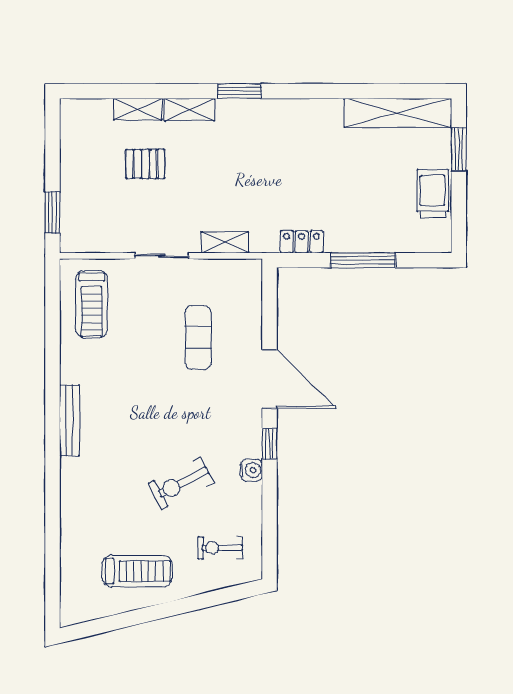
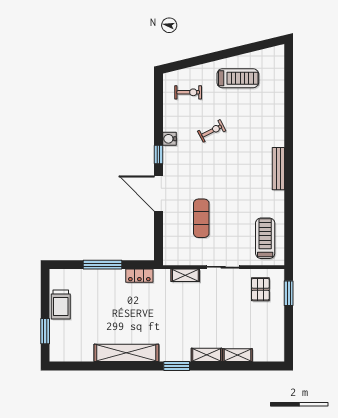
shelving: (398, 113) -> (126, 353), moved
pallet: (145, 164) -> (260, 289), moved, turned 90
exercise bike: (181, 483) -> (212, 131), width x0.73, depth x0.72
treadmill: (137, 571) -> (238, 78), turned 180

